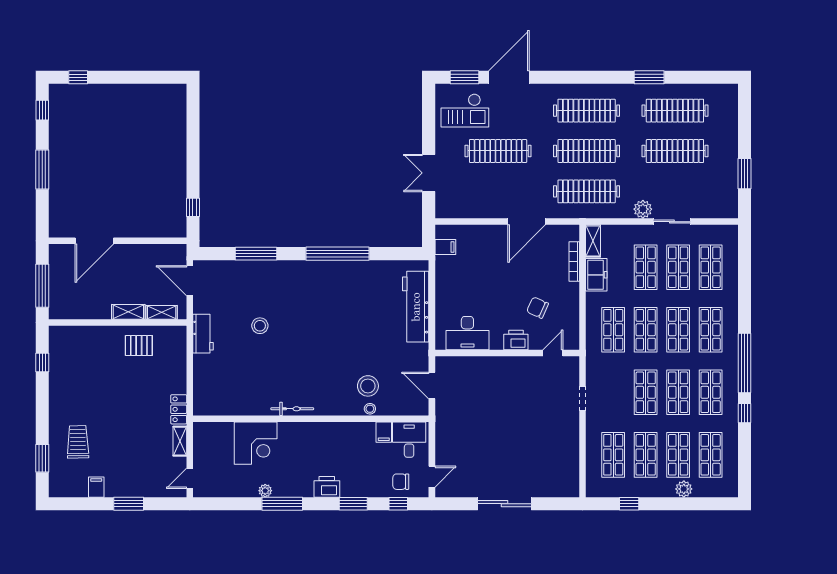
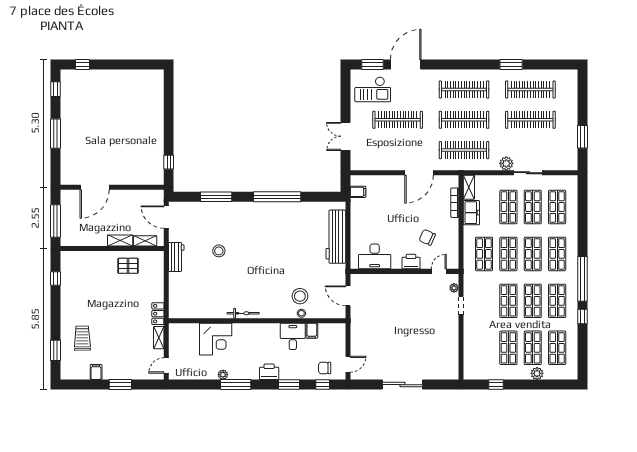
plant: (573, 375) -> (454, 288), added
desk: (409, 440) -> (293, 336), moved
shop shelf: (613, 455) -> (484, 348), removed

